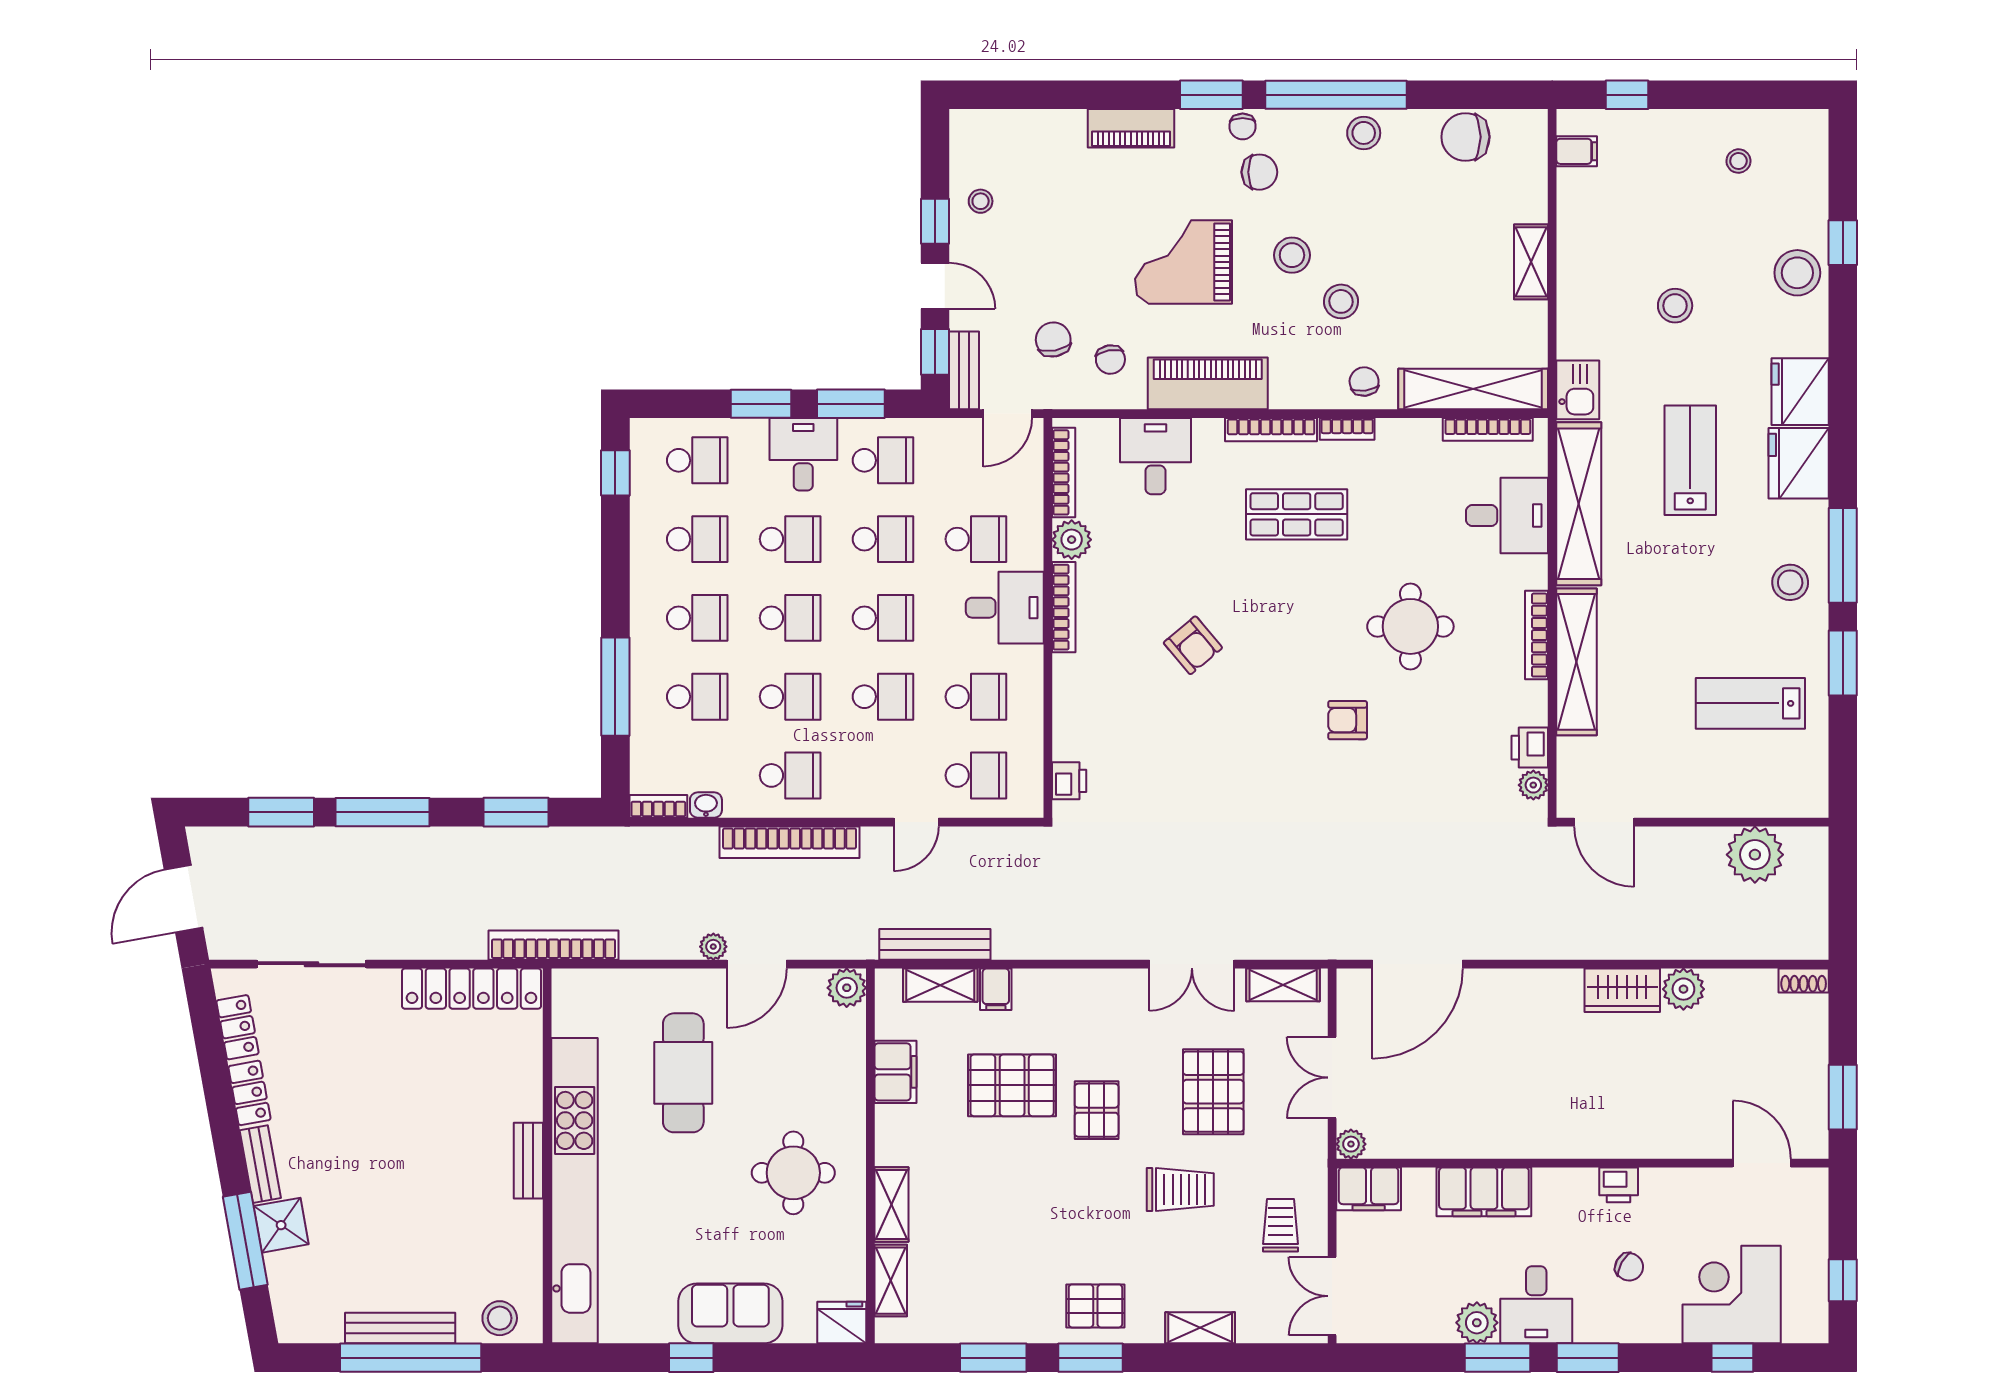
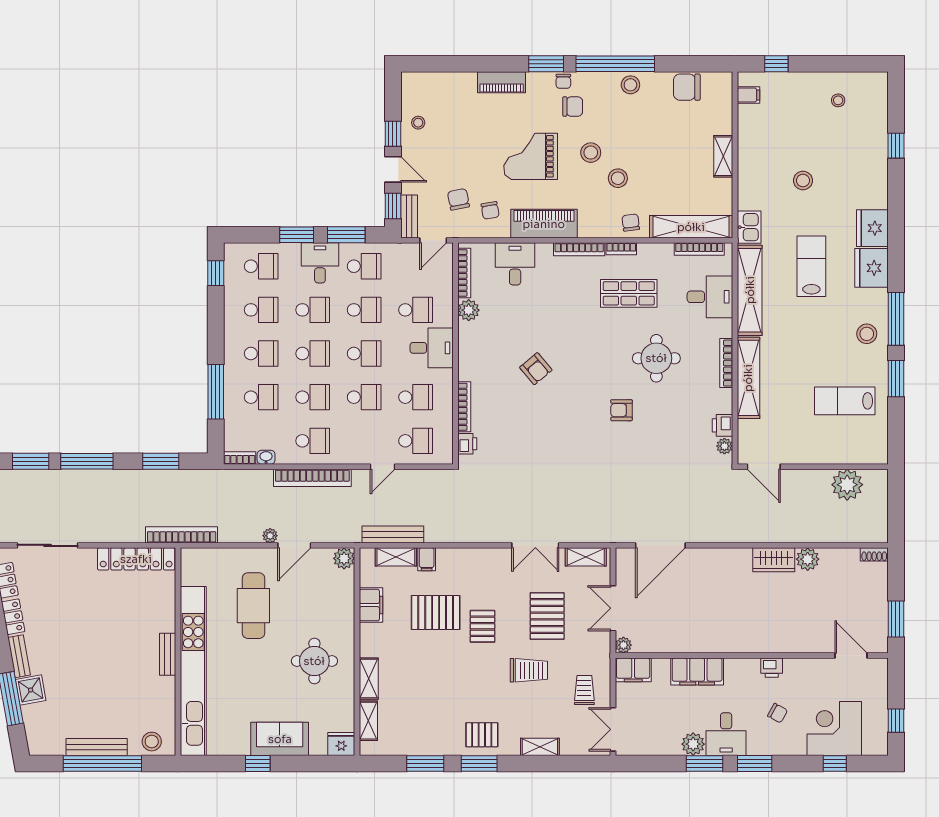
stool: (1797, 273) -> (871, 162), removed
shop shelf: (1297, 514) -> (629, 293), moved
bookcase: (1064, 607) -> (464, 407), moved

